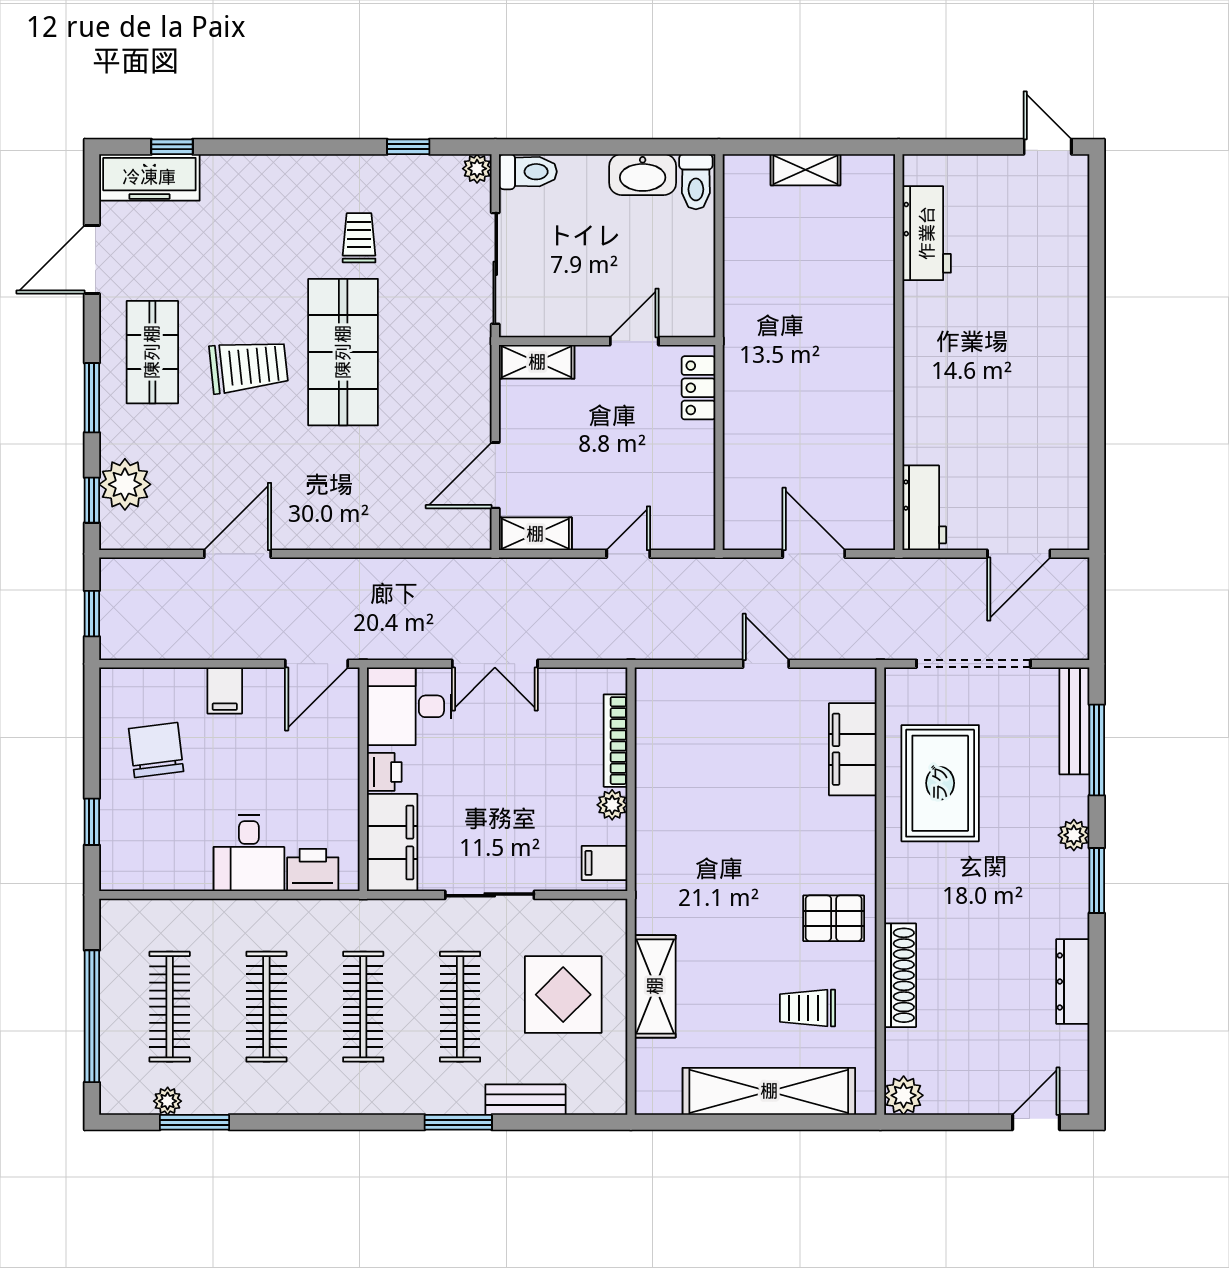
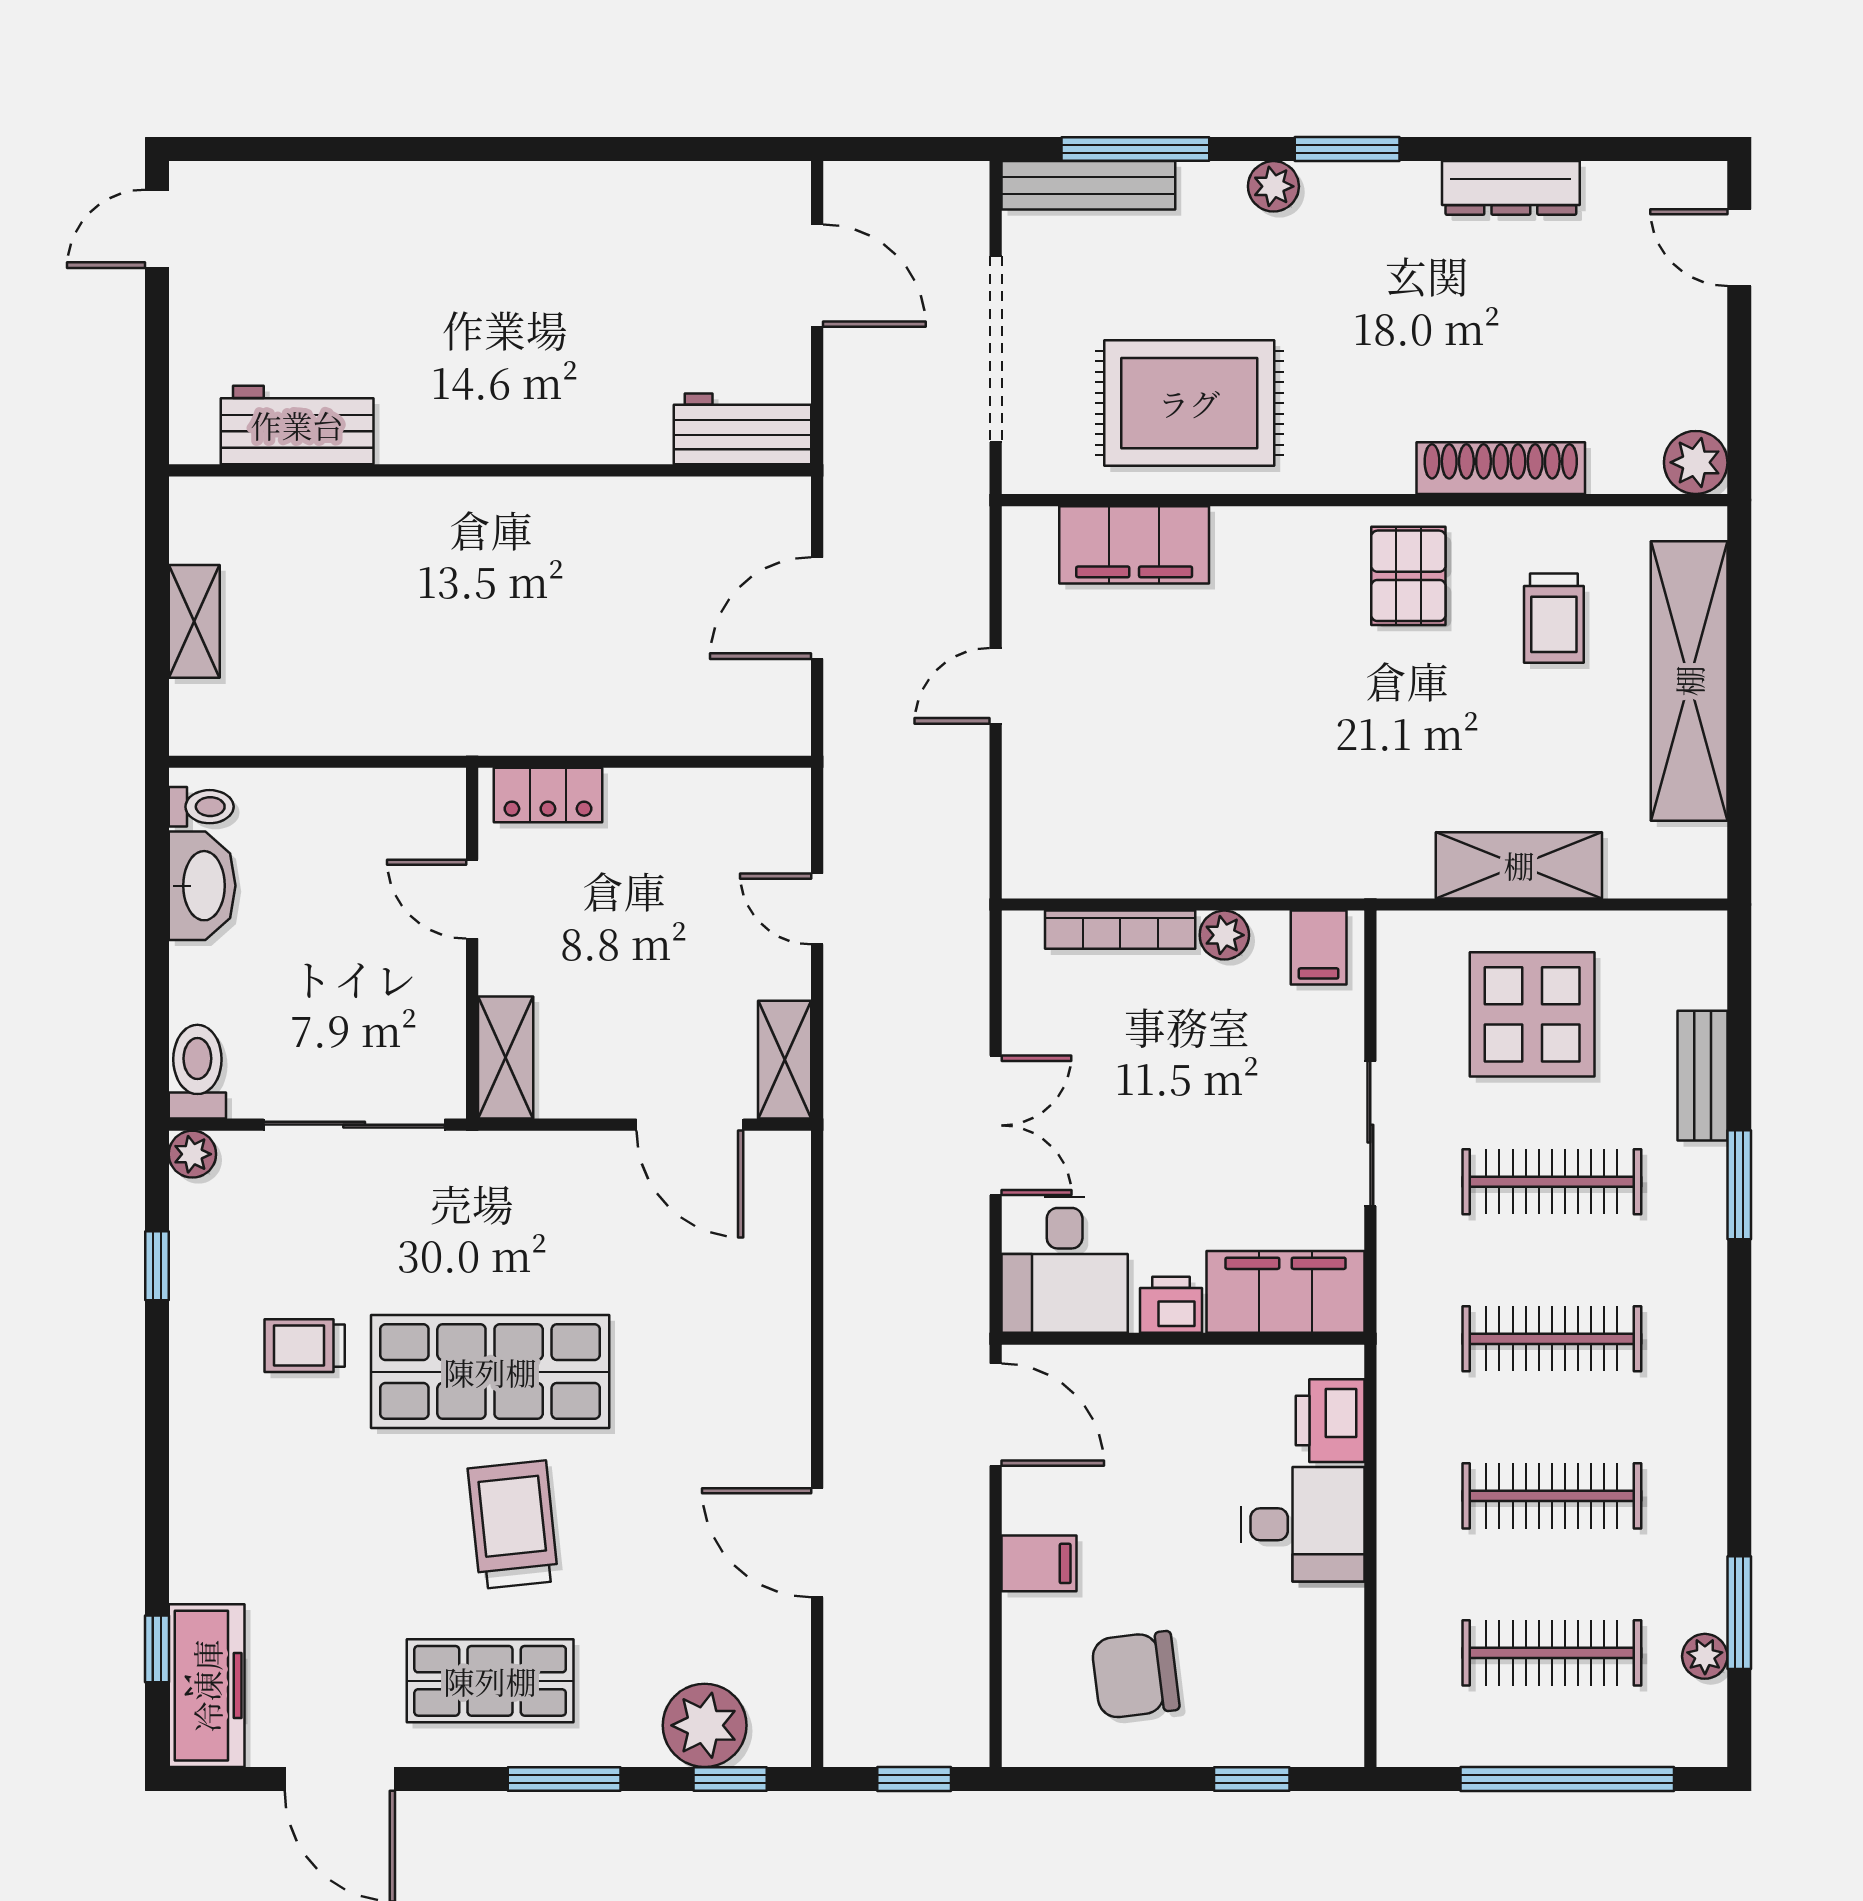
toilet: (696, 182) -> (201, 807), width x0.73, depth x0.72

